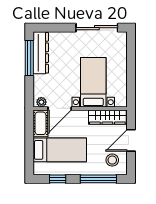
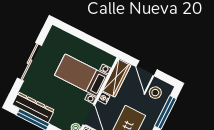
sliding door: (97, 28) -> (29, 62), moved
nightstand: (83, 114) -> (104, 98), added

